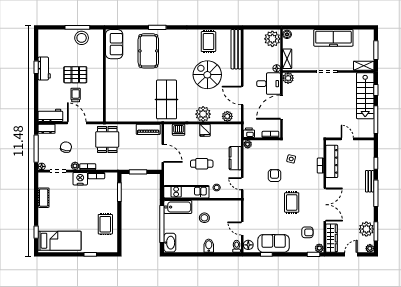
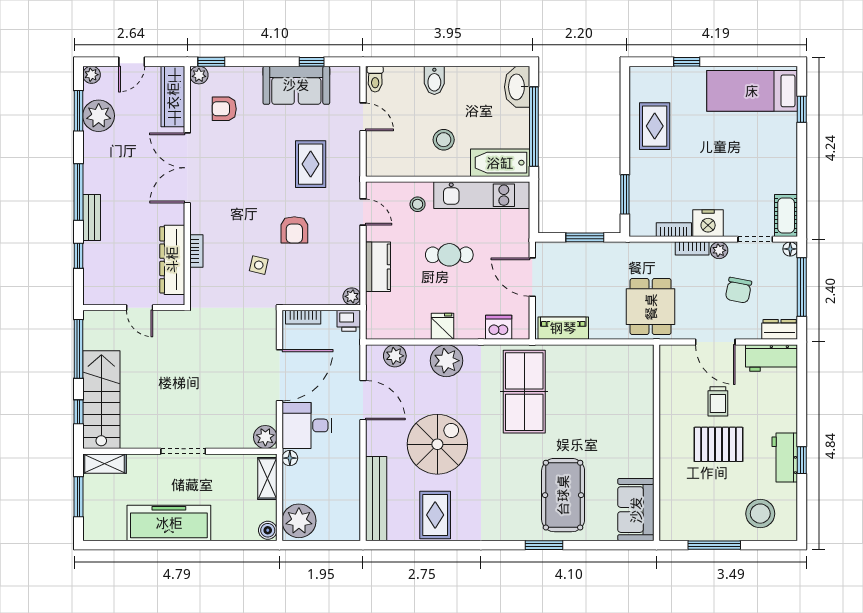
stool: (82, 38) -> (760, 514), moved
spiral stairs: (207, 75) -> (437, 444), turned -90
cot: (44, 198) -> (786, 216), moved
rug: (292, 202) -> (311, 164), moved
floor lamp: (248, 245) -> (350, 82), removed

